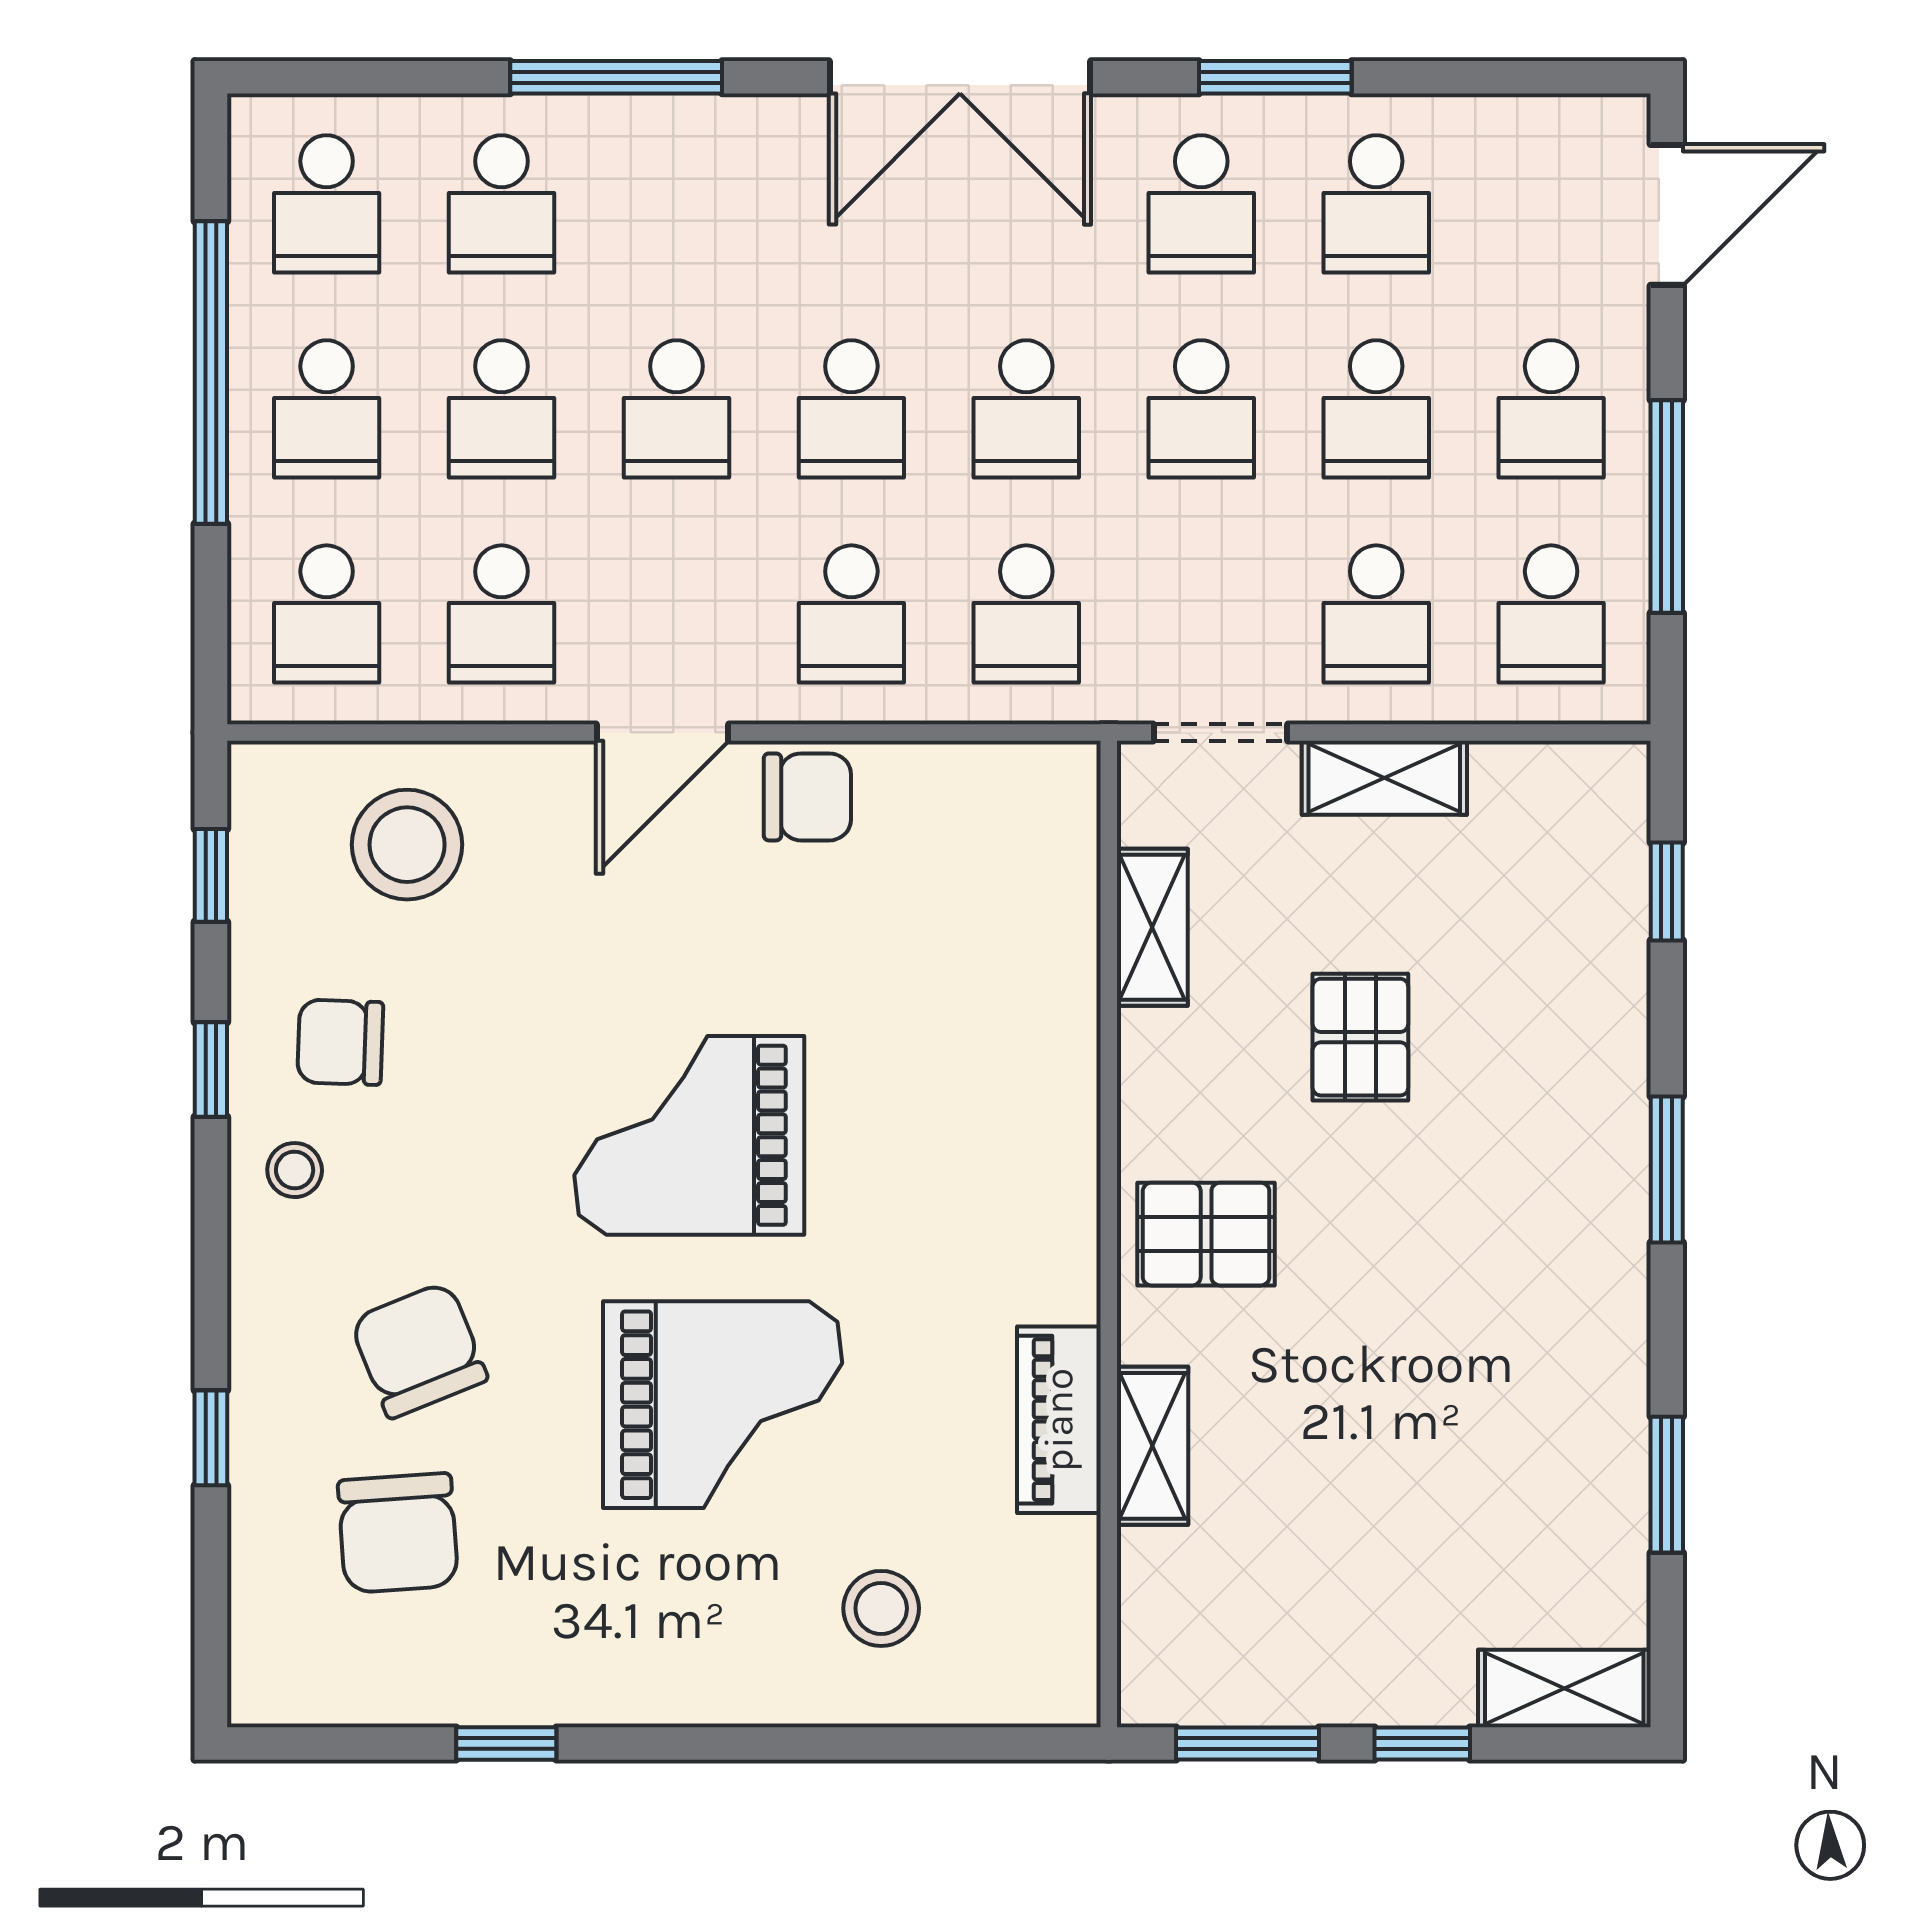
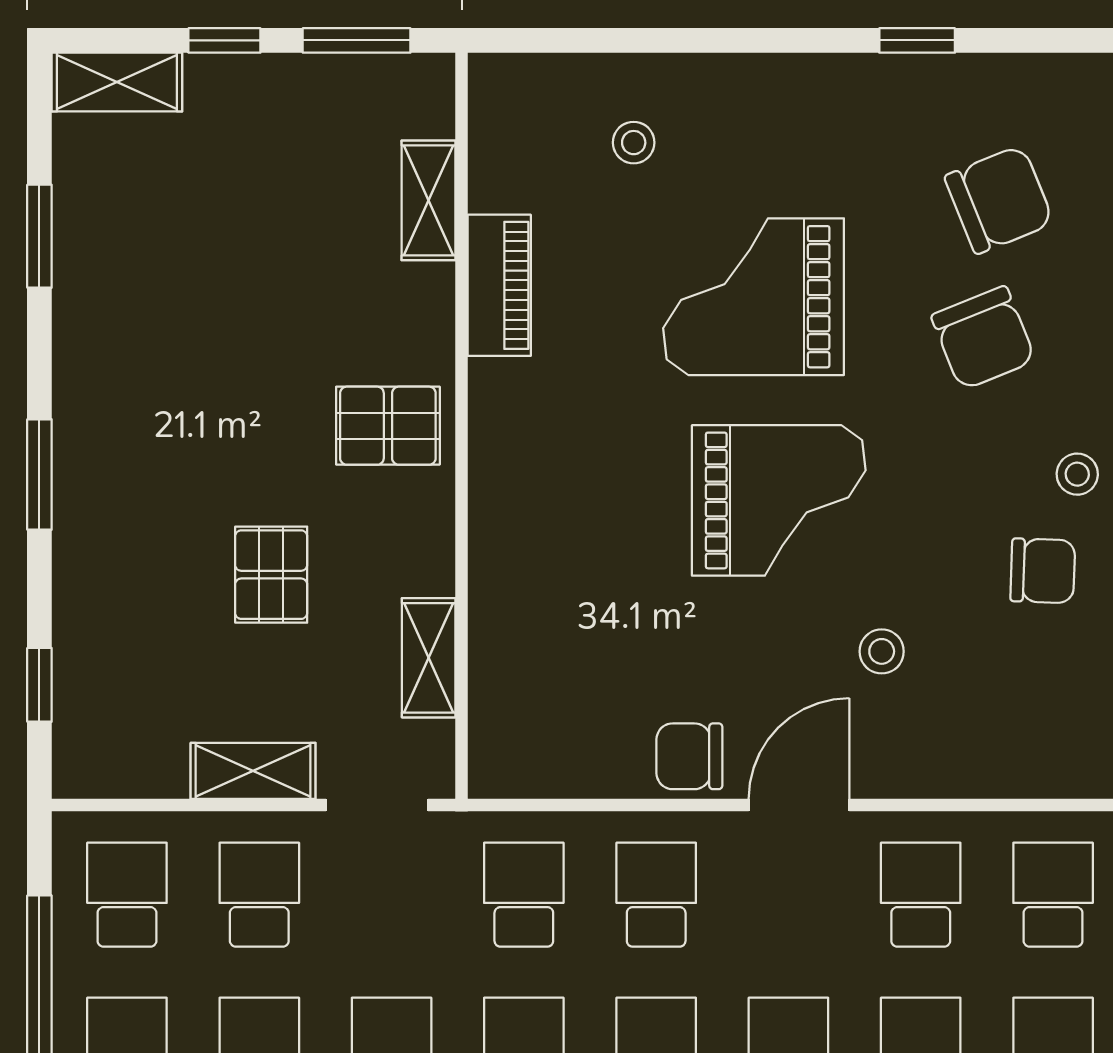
stool: (407, 845) -> (882, 651), moved, width x0.53, depth x0.53
shelving: (1152, 1446) -> (429, 200), moved
chair: (398, 1533) -> (999, 200), turned 72
stool: (881, 1608) -> (634, 143), width x0.73, depth x0.73

